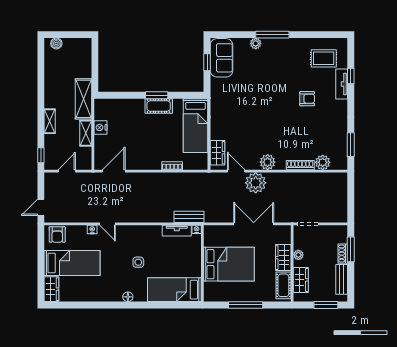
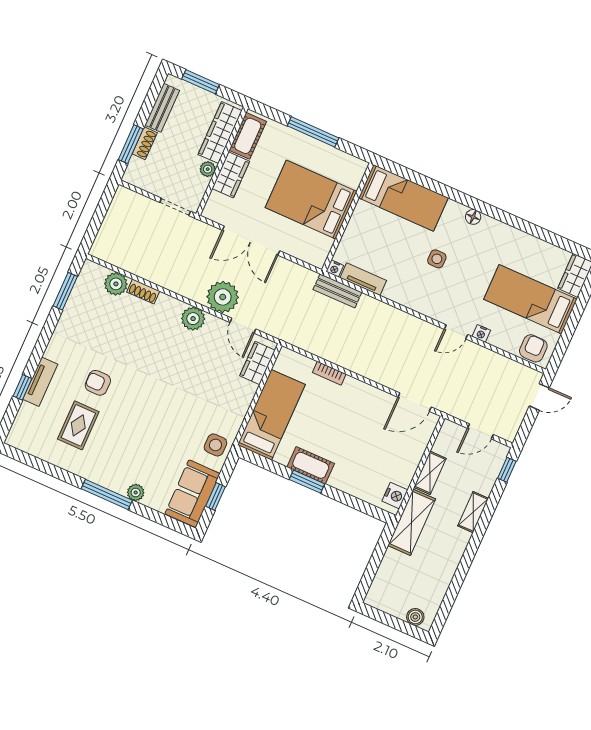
rug: (324, 58) -> (78, 425), moved, turned 90
side table: (221, 93) -> (215, 445), added
nightstand: (101, 127) -> (395, 496), moved
shoe rack: (300, 165) -> (143, 291), width x0.70
door: (108, 224) -> (456, 332), swing flipped
wardrobe: (301, 280) -> (220, 133), width x1.50

